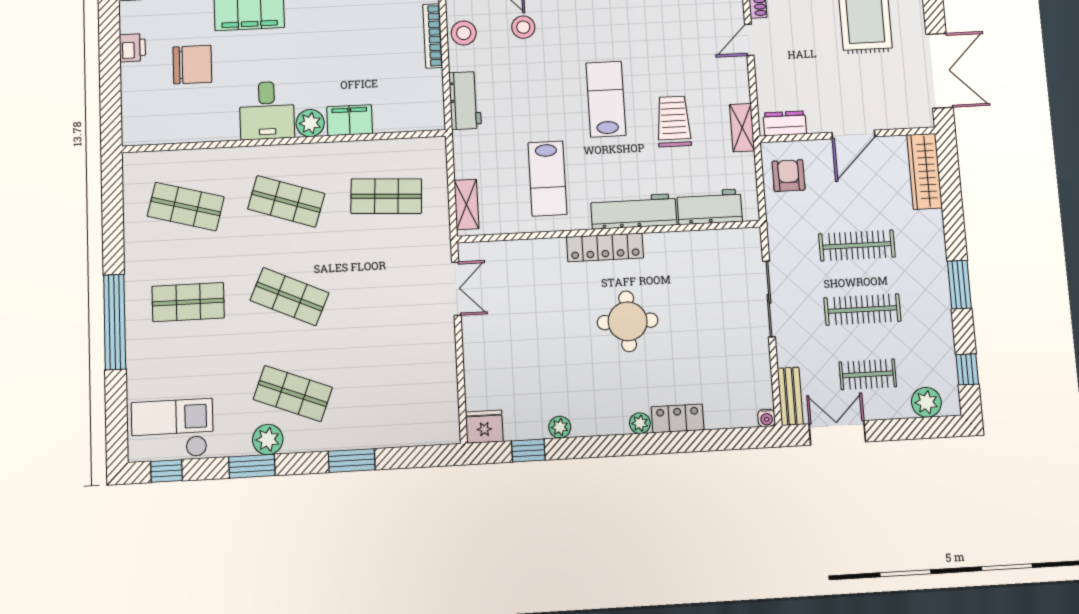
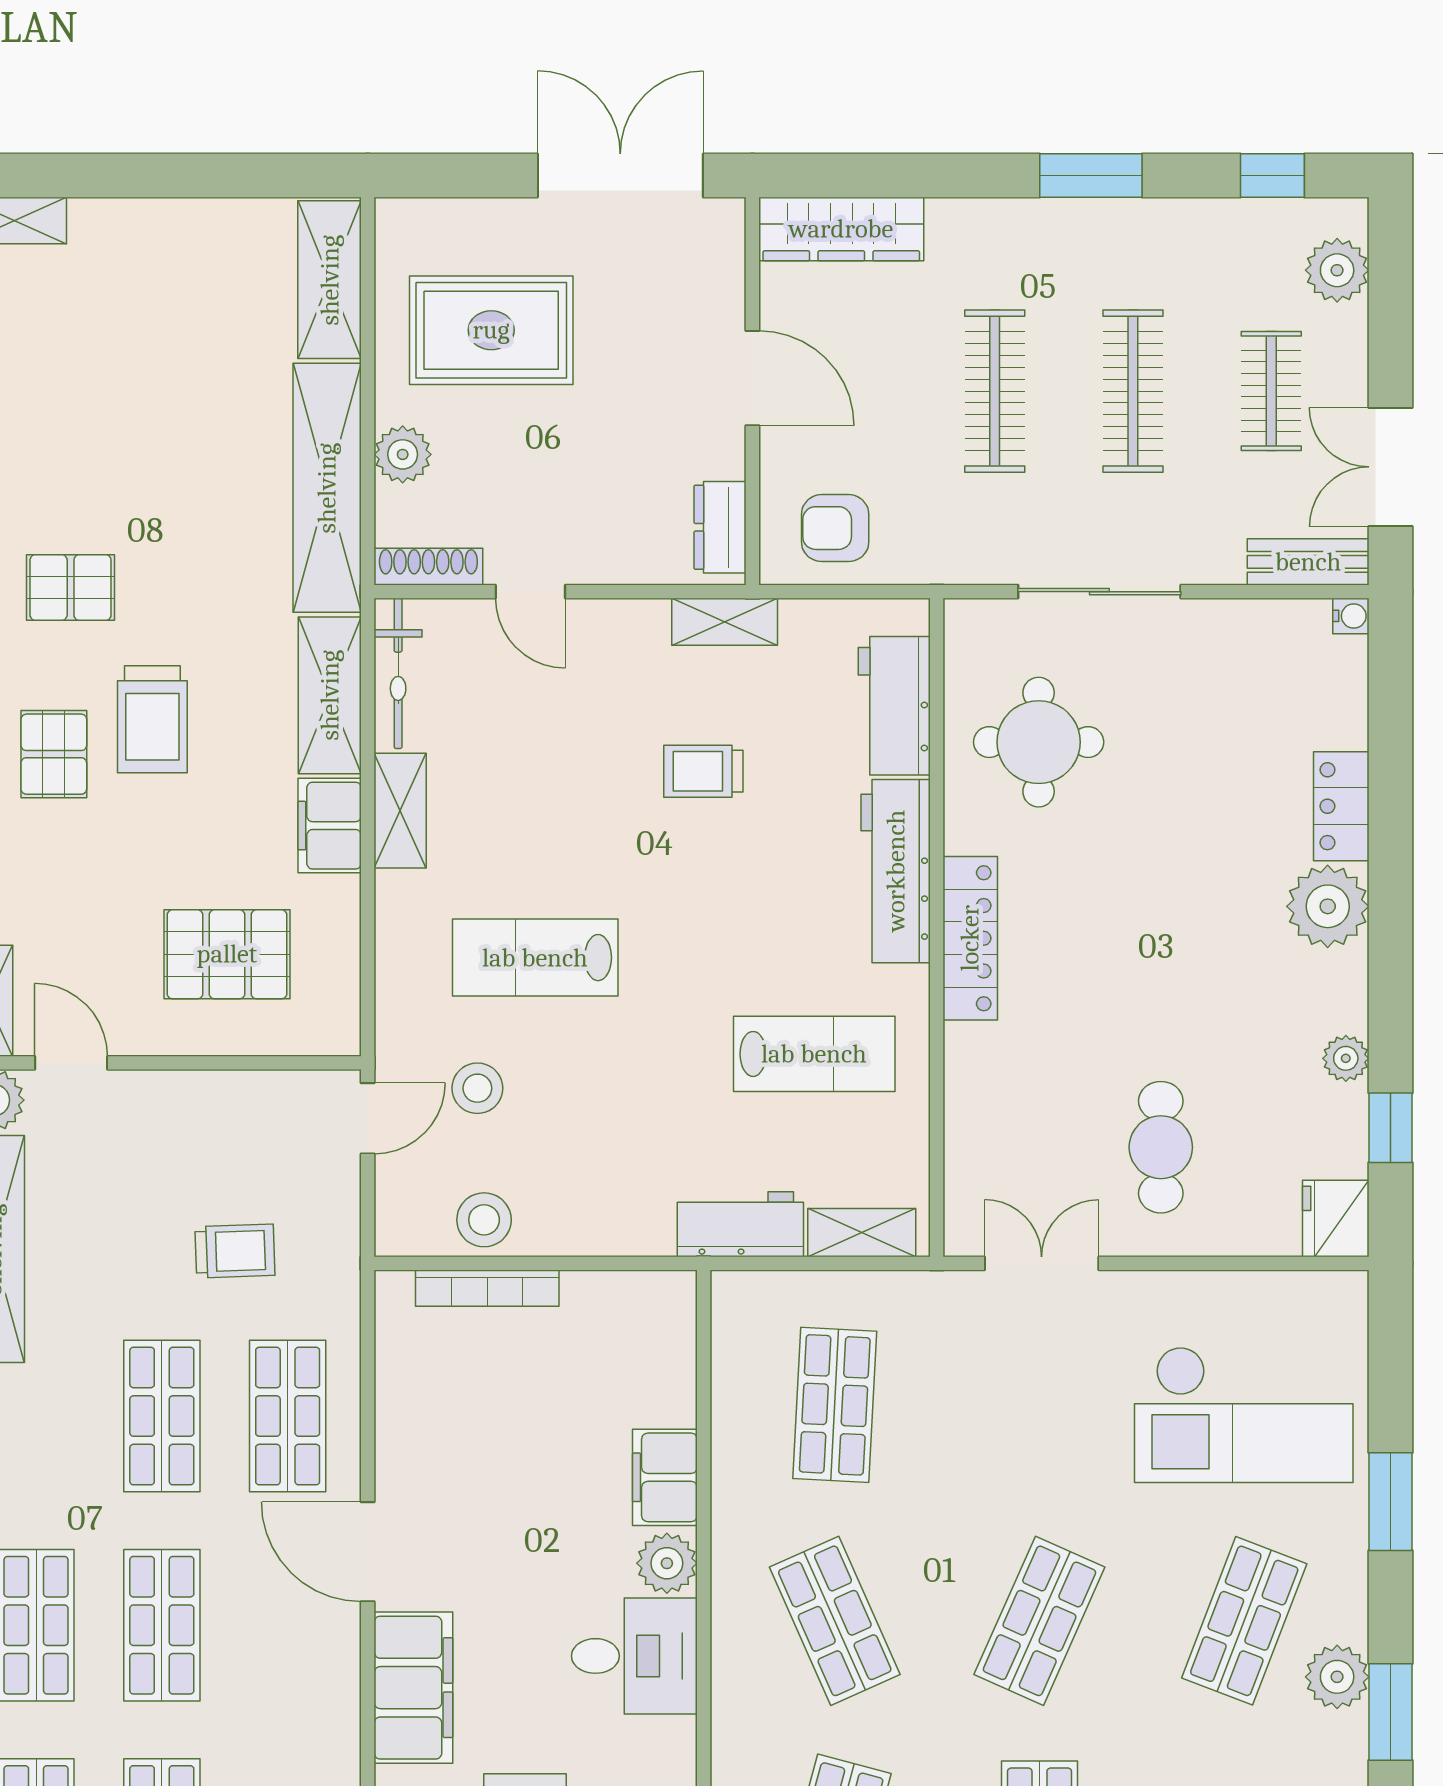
lab bench: (606, 99) -> (535, 958), moved
workbench: (465, 100) -> (740, 1224), moved
trolley: (674, 121) -> (703, 771), width x0.73, depth x0.72
shop shelf: (286, 201) -> (835, 1621), turned -42
round table: (628, 321) -> (1039, 742), moved
cafe table: (513, 342) -> (1161, 1147), added
checkout: (390, 388) -> (1244, 1415), added
plant: (640, 423) -> (1328, 906), width x1.87, depth x1.87

